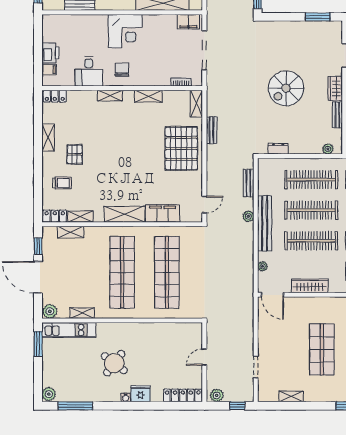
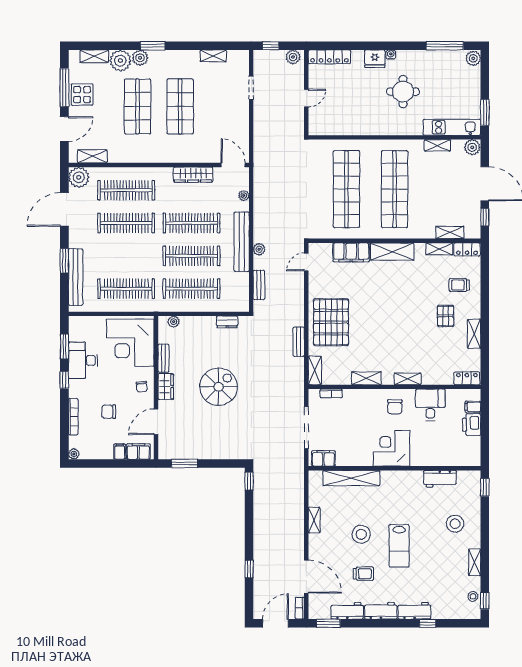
round table: (114, 363) -> (403, 92), turned -37

